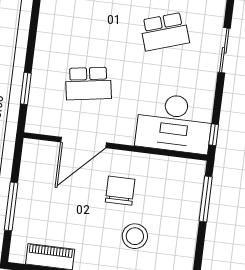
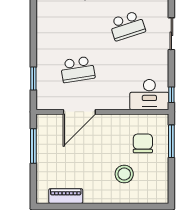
desk: (174, 123) -> (149, 95), width x0.73, depth x0.77
chair: (120, 191) -> (143, 143), moved
window: (11, 206) -> (33, 146), moved

